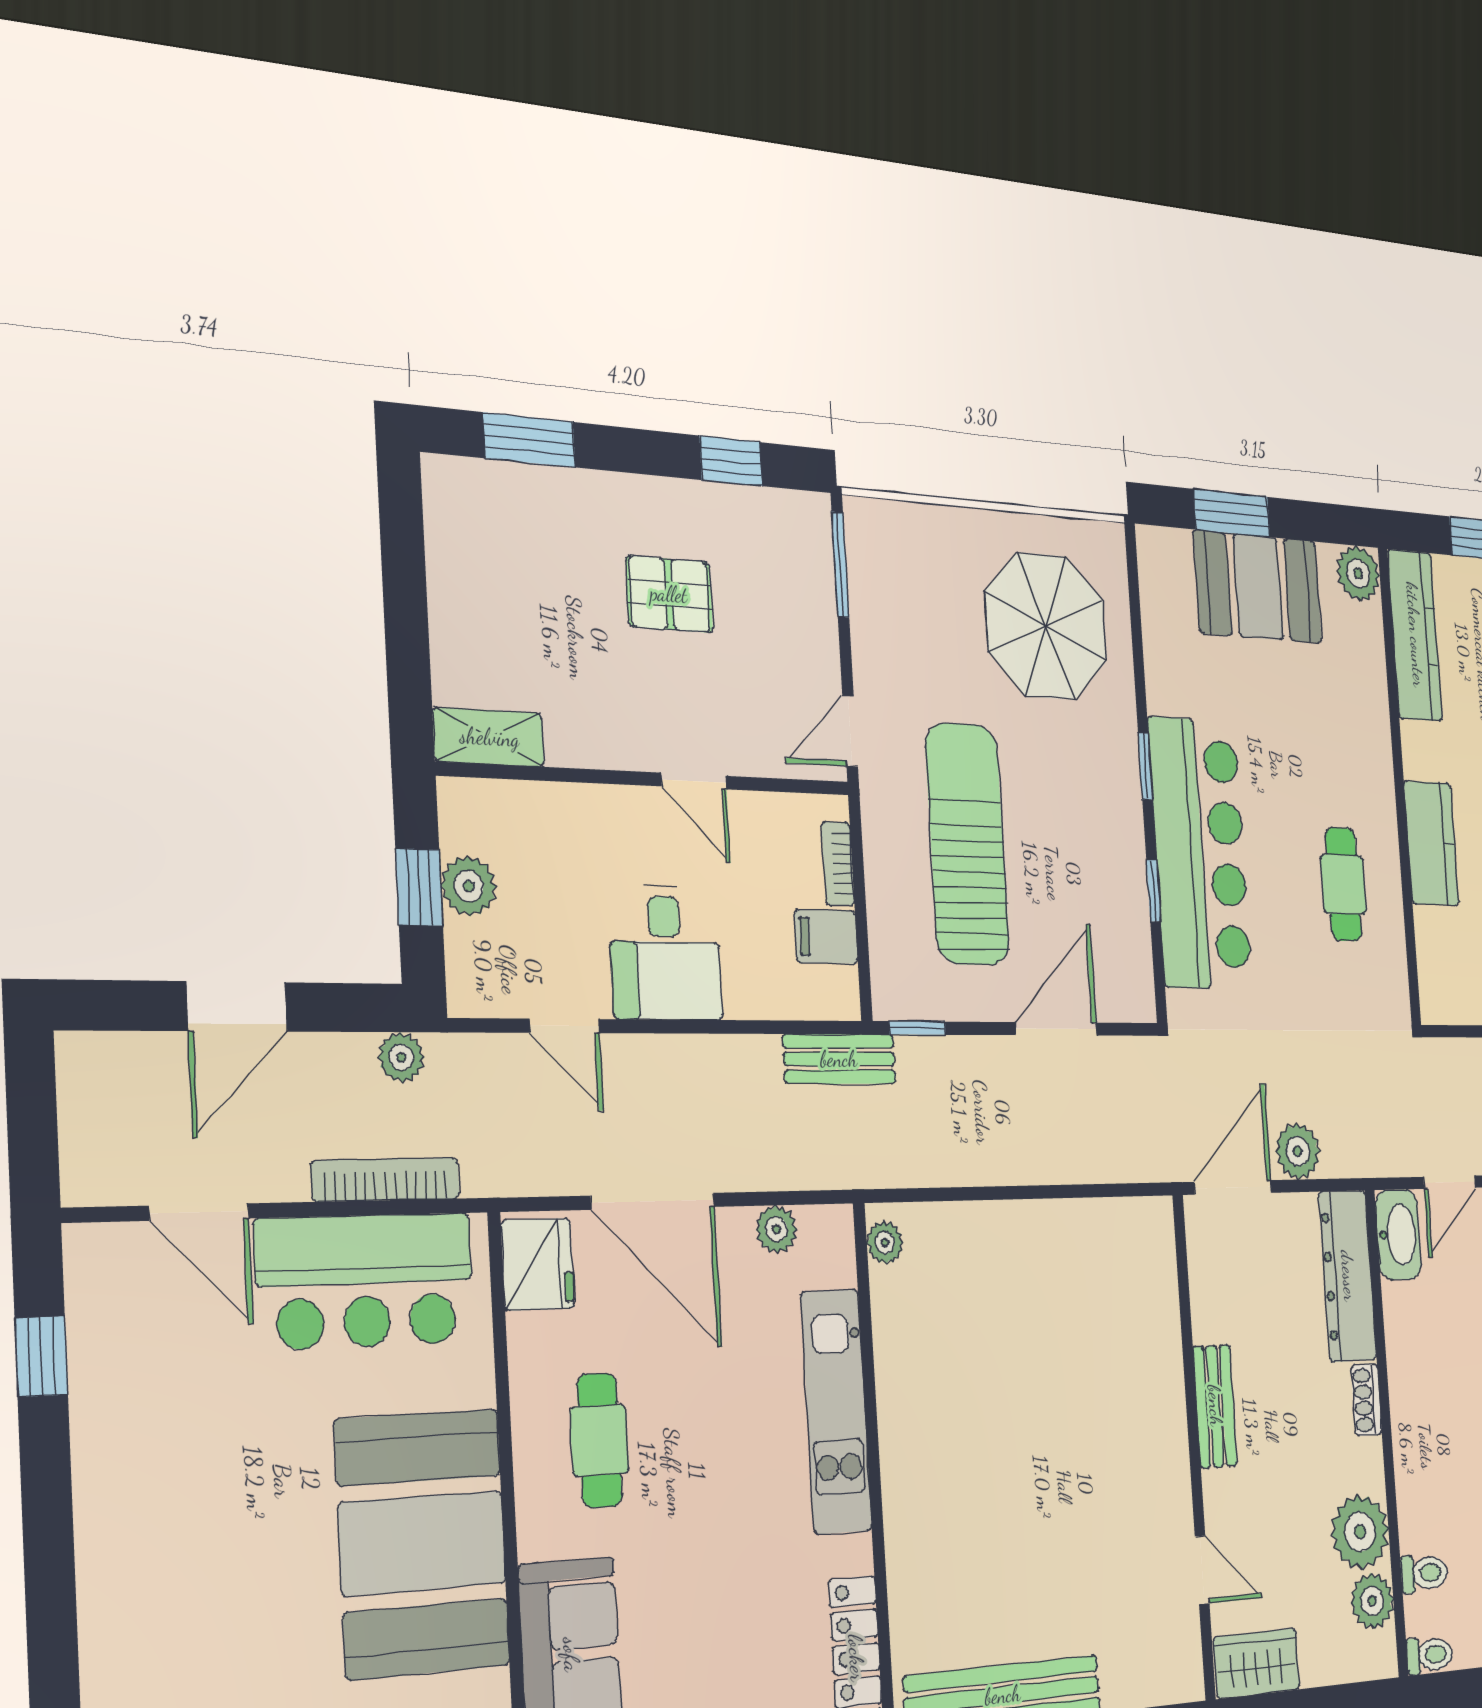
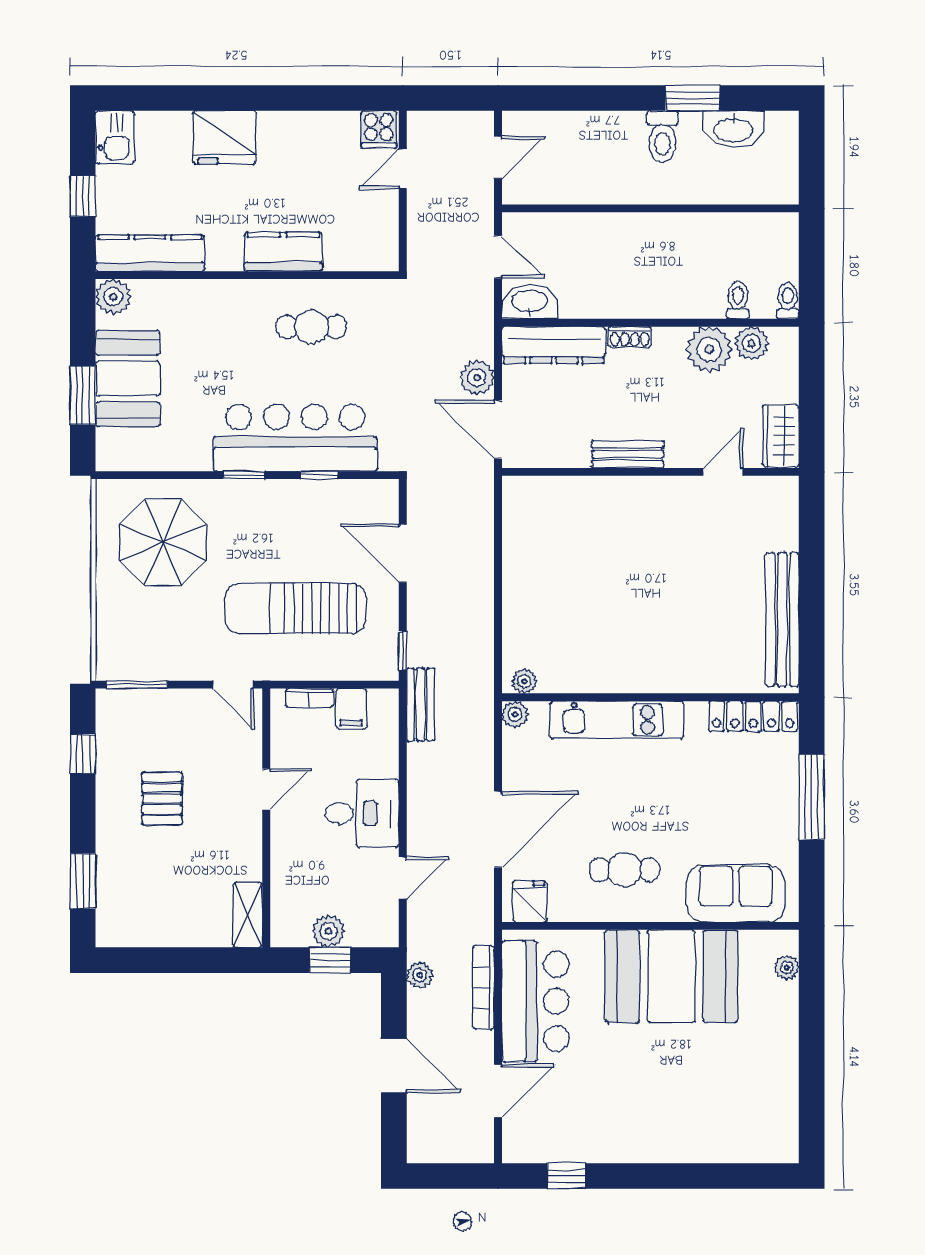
plant: (776, 1229) -> (515, 714), moved
fridge: (538, 1264) -> (530, 901), width x0.72

